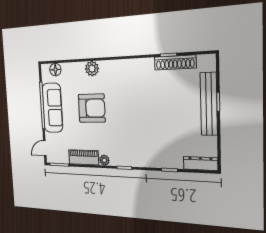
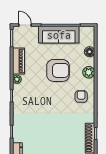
floor lamp: (55, 70) -> (90, 52), moved
armchair: (121, 77) -> (81, 96), added
armchair: (92, 108) -> (58, 70), turned -90

